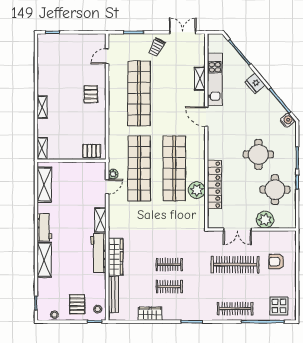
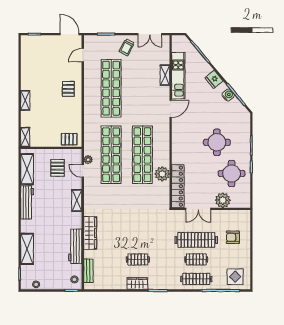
door: (92, 32) -> (70, 34), added
double door: (183, 32) -> (150, 34), swing flipped
door: (206, 117) -> (171, 109), swing flipped
water cooler: (287, 120) -> (228, 95), moved
locker: (214, 185) -> (178, 186), moved
door: (107, 187) -> (83, 171), swing flipped
workbench: (44, 227) -> (27, 202), width x1.38
workbench: (99, 253) -> (75, 246), moved
shelving: (44, 260) -> (27, 249), moved
clothes rail: (169, 265) -> (196, 259), moved
bench: (113, 295) -> (88, 271), width x0.73
pallet: (77, 304) -> (58, 168), moved
wardrobe: (150, 314) -> (137, 284), moved

